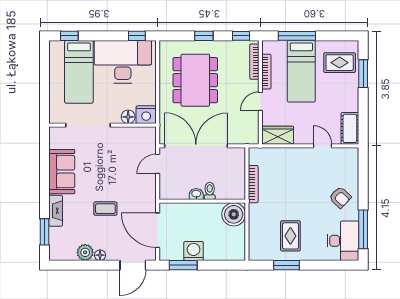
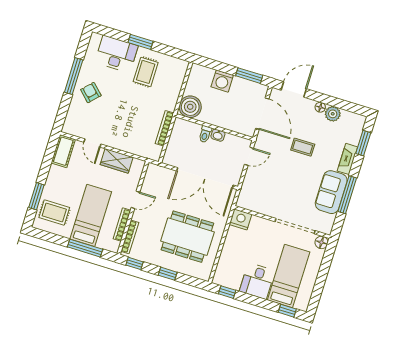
desk: (123, 62) -> (257, 281), width x0.53, depth x0.77
dining table: (195, 80) -> (187, 237), turned 90
floor lamp: (128, 117) -> (321, 242), moved
wardrobe: (278, 135) -> (117, 161), moved
door: (158, 164) -> (249, 156), moved
window: (44, 174) -> (347, 195), added
window: (363, 229) -> (74, 76), moved
desk: (343, 241) -> (117, 54), moved, turned 90
washing machine: (194, 251) -> (222, 81), moved
window: (287, 265) -> (140, 42), moved

